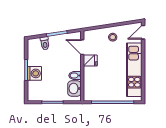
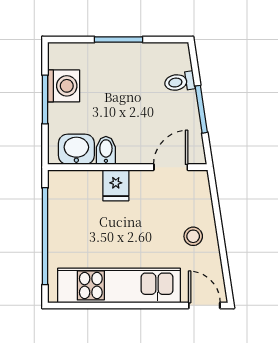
fridge: (90, 60) -> (116, 185), moved
washing machine: (34, 73) -> (64, 86), moved, turned -90

